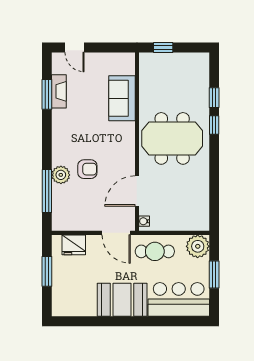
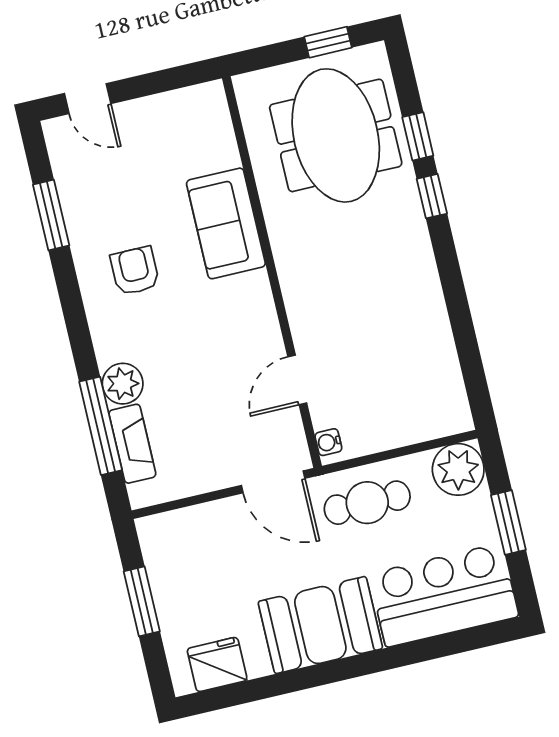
window: (163, 48) -> (328, 42), moved
fireplace: (59, 91) -> (132, 444), moved
sofa: (122, 98) -> (226, 223), moved
meeting table: (172, 138) -> (336, 135), moved, turned 90
armchair: (87, 169) -> (135, 271), moved, turned -90
door: (137, 191) -> (297, 380), width x0.73
fridge: (74, 245) -> (217, 664), moved, turned 180

